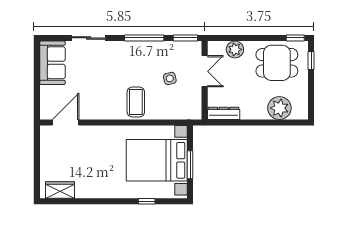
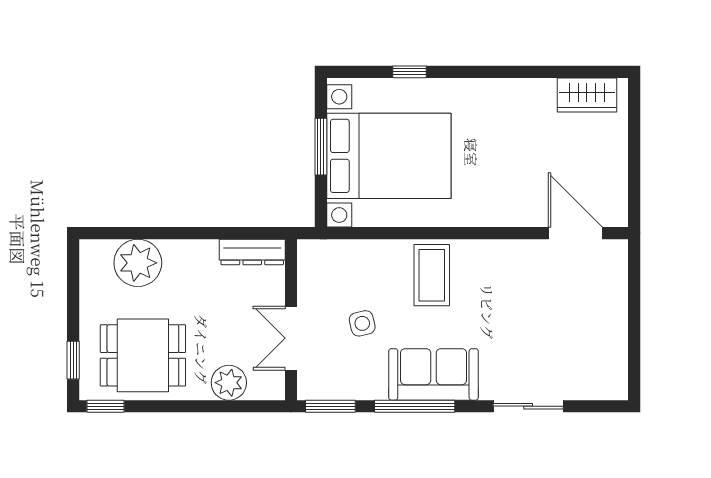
sofa: (52, 63) -> (433, 374), moved, turned 90
door: (66, 123) -> (575, 233), swing flipped

